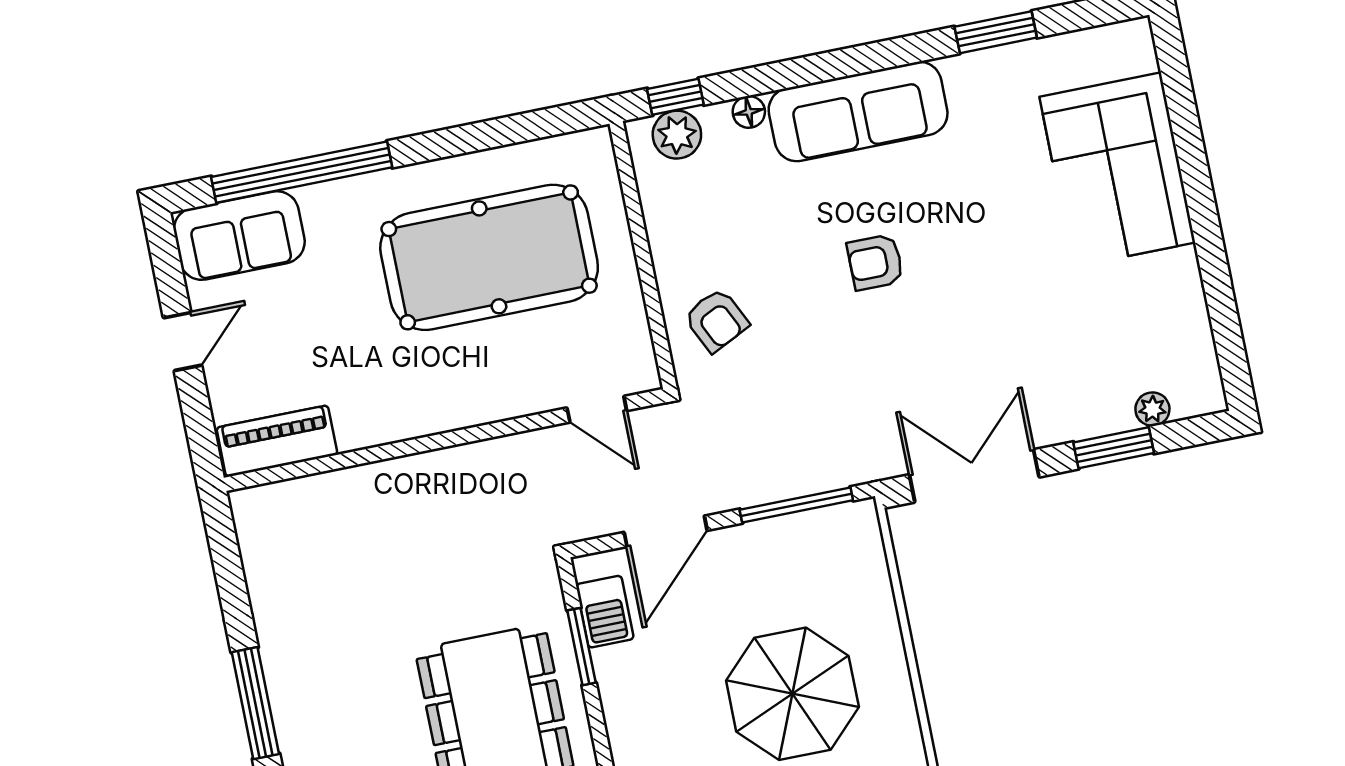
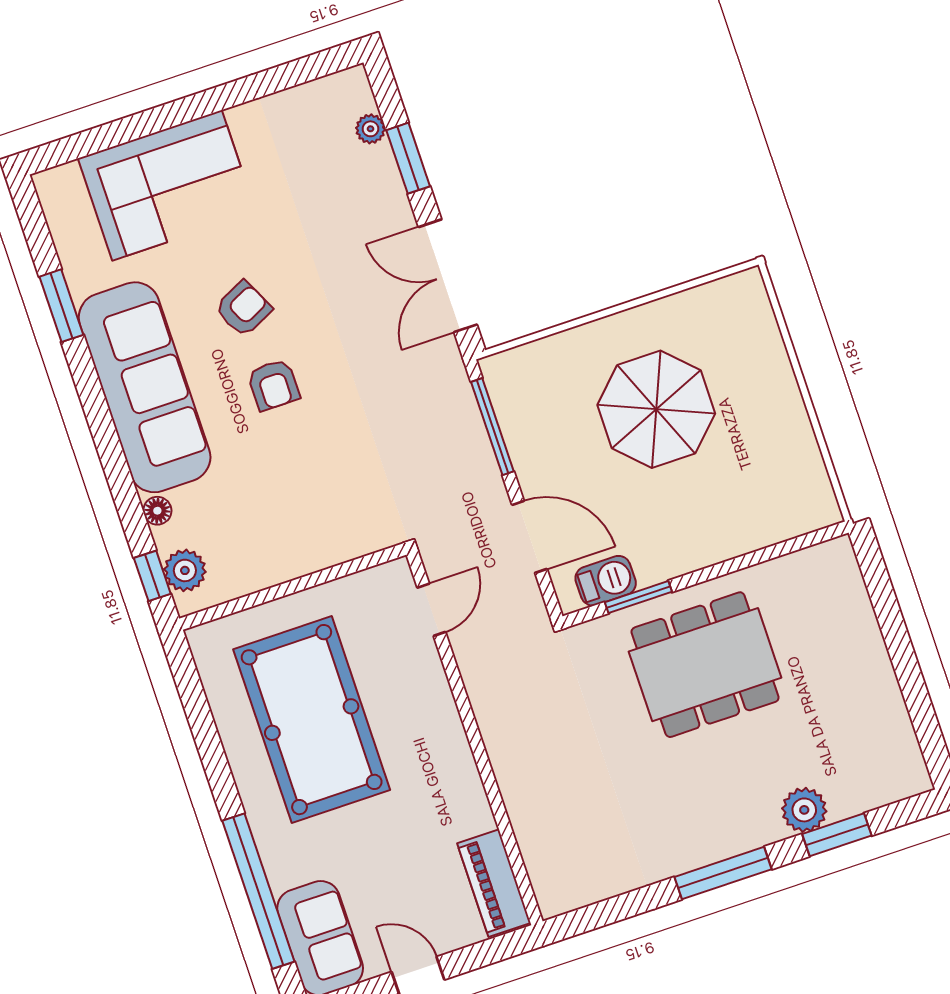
sofa: (858, 112) -> (145, 387), width x1.36, depth x1.27
armchair: (716, 320) -> (243, 309), moved

